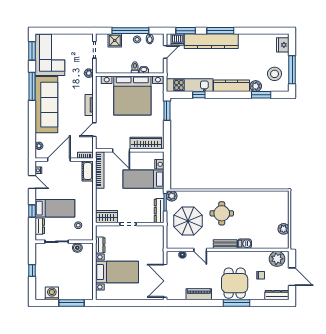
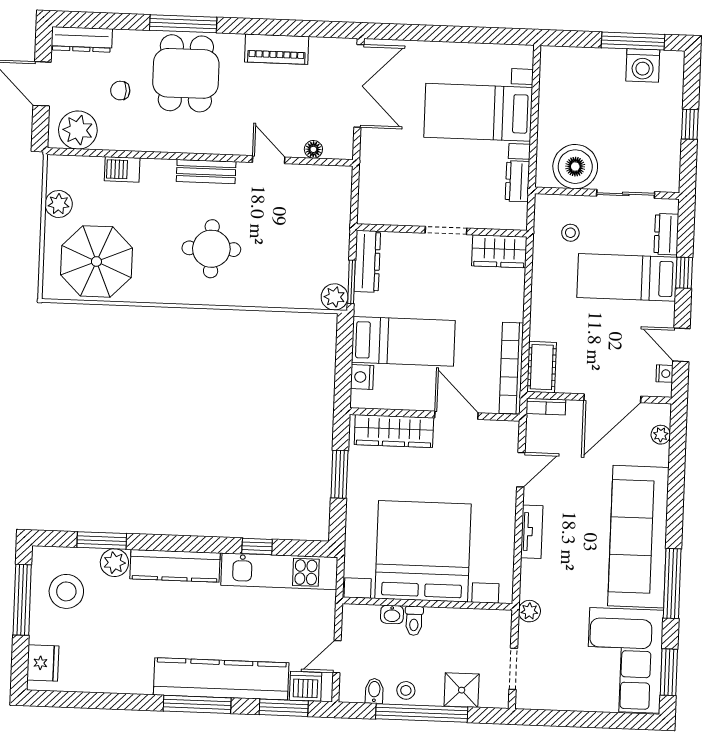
window: (167, 111) -> (339, 474), moved
parasol: (188, 221) -> (96, 261), moved
barbecue: (244, 244) -> (122, 169), moved
boiler: (77, 248) -> (575, 167), width x1.86, depth x1.86
window: (71, 303) -> (633, 41), moved

